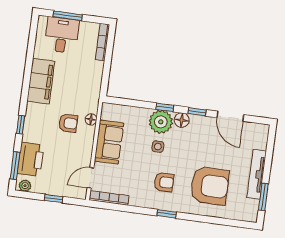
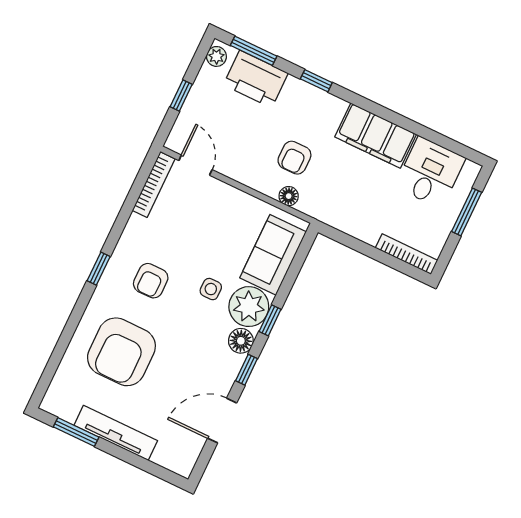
desk: (62, 35) -> (430, 172), moved, turned -90
sofa: (109, 142) -> (273, 255), moved, turned 90

